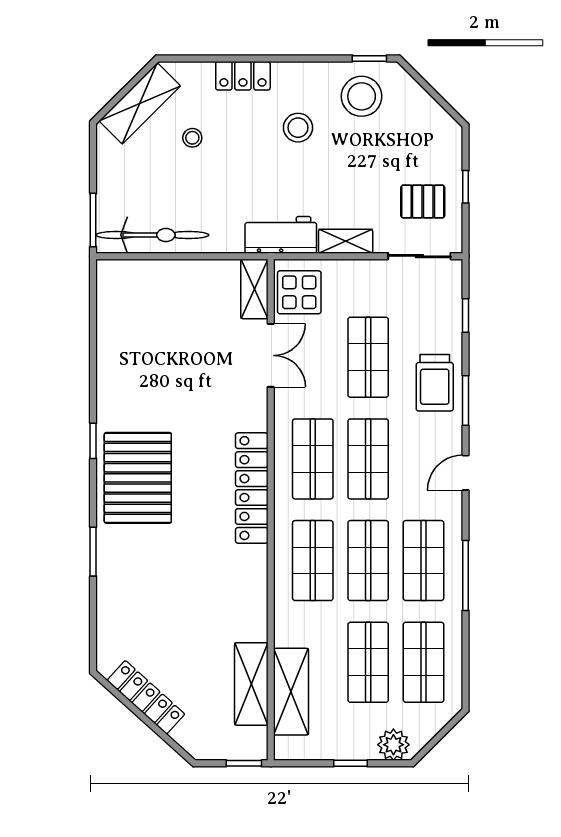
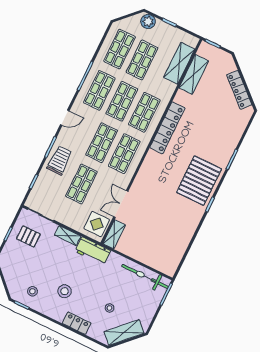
stool: (362, 96) -> (32, 291), width x0.53, depth x0.53
locker: (252, 488) -> (167, 128), moved

